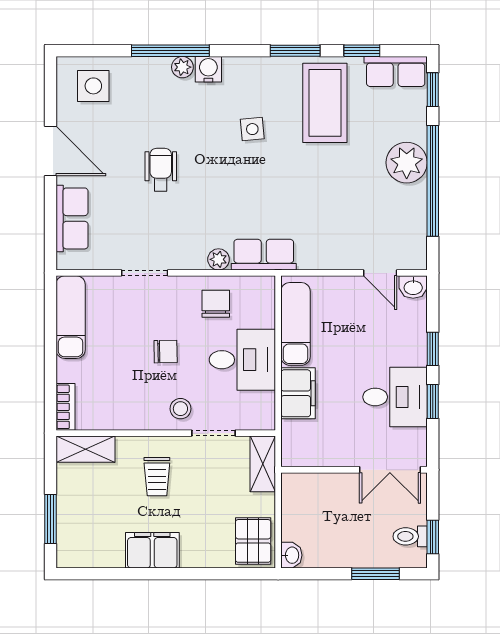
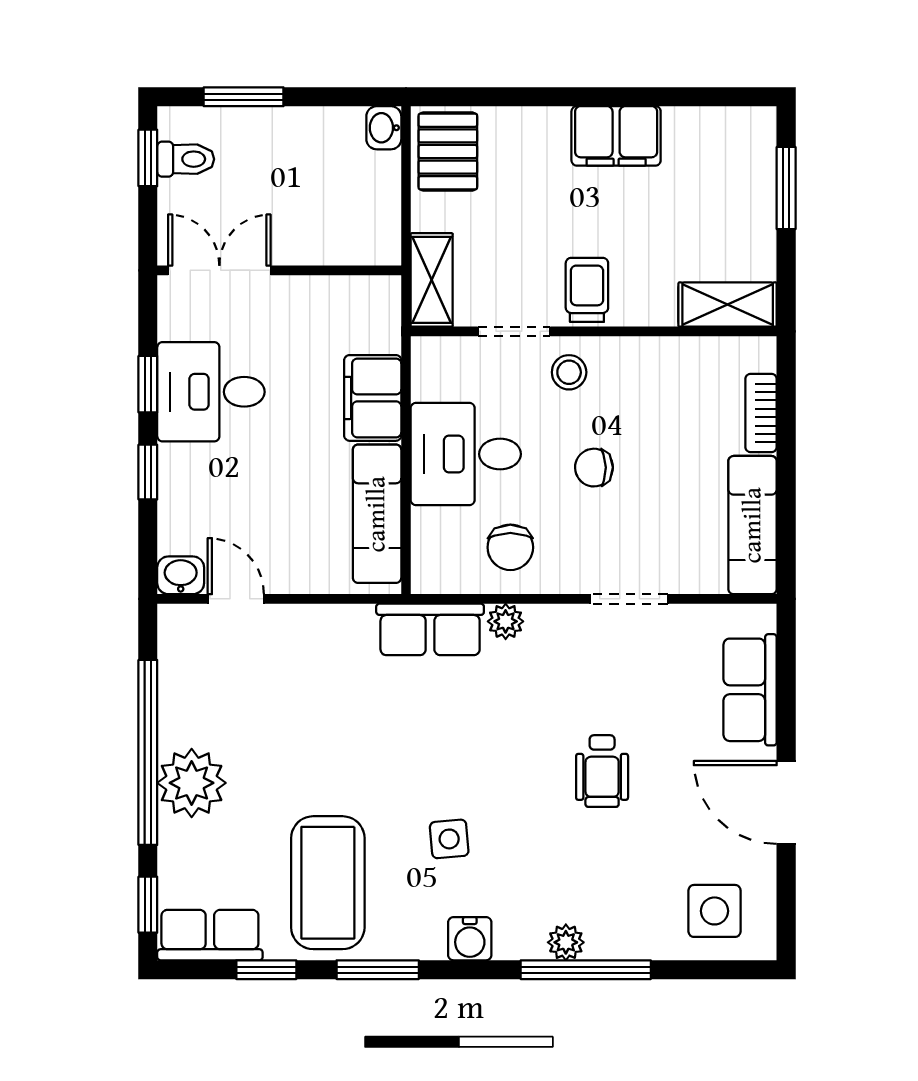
water cooler: (208, 69) -> (470, 939), moved
bookcase: (65, 407) -> (761, 413), moved
trolley: (157, 477) -> (587, 290), moved

